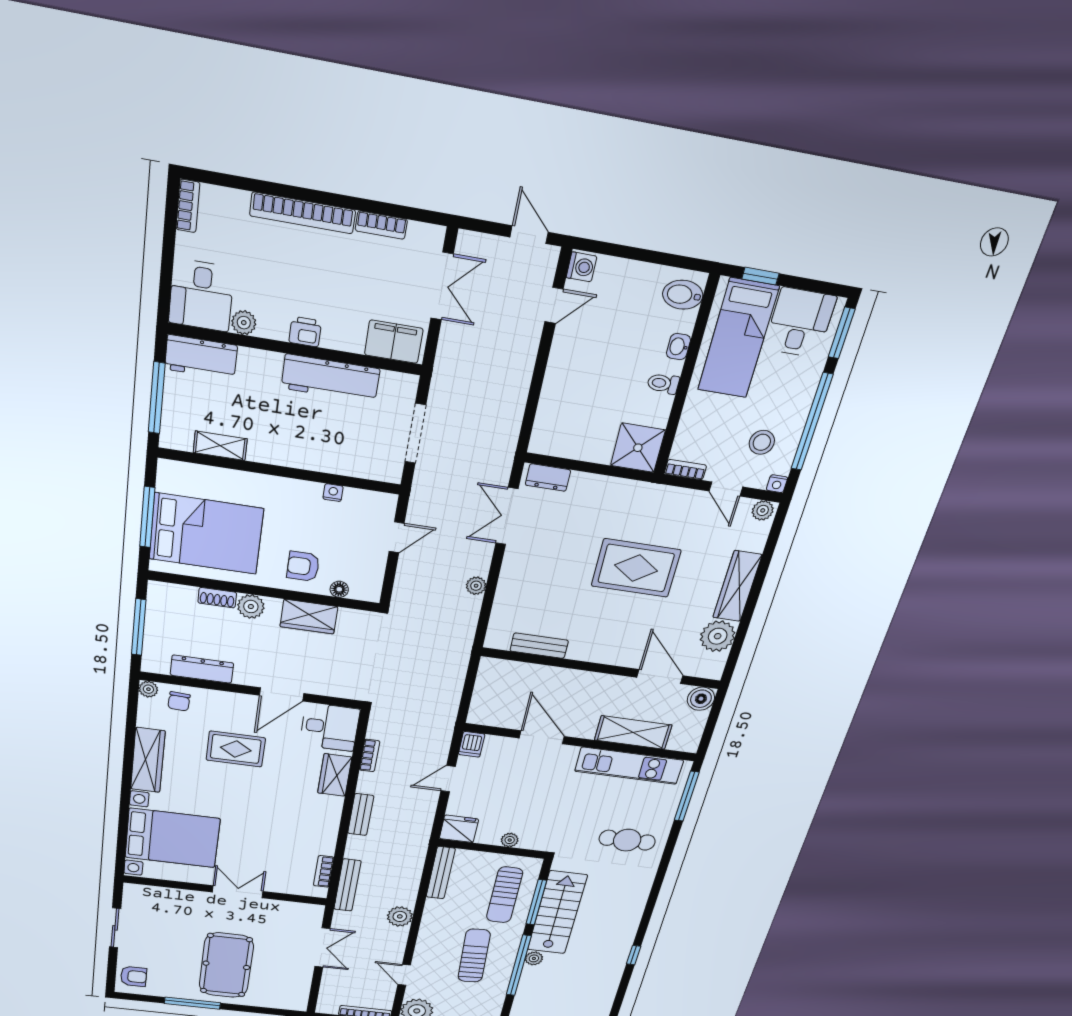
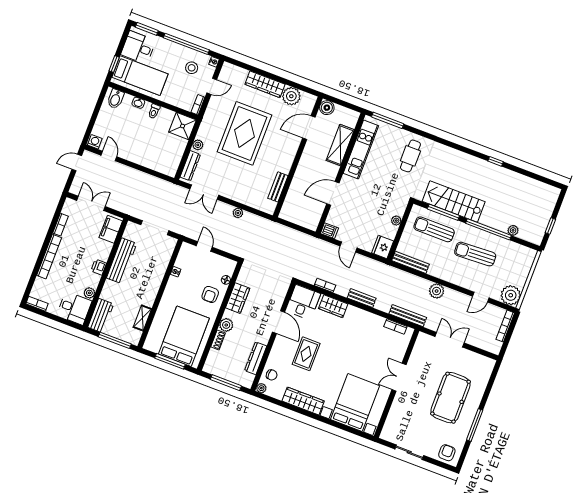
dresser: (548, 478) -> (190, 166), width x1.44
plant: (763, 510) -> (198, 145), moved
rug: (636, 568) -> (245, 133), width x1.37, depth x1.44
sun lounger: (505, 895) -> (434, 229), turned 180
plant: (534, 958) -> (513, 230), moved
pool table: (226, 965) -> (451, 398), turned 90

